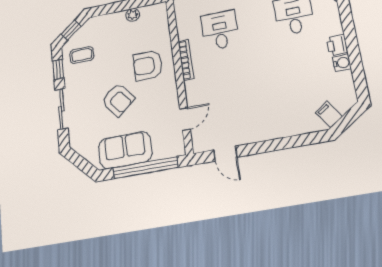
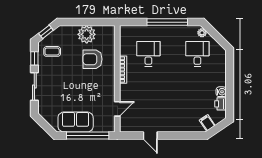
plant: (133, 15) -> (87, 34), width x1.87, depth x1.87
printer: (337, 45) -> (221, 104), moved
armchair: (148, 65) -> (93, 59), moved
armchair: (118, 100) -> (74, 88), removed
door: (225, 154) -> (150, 136), moved

